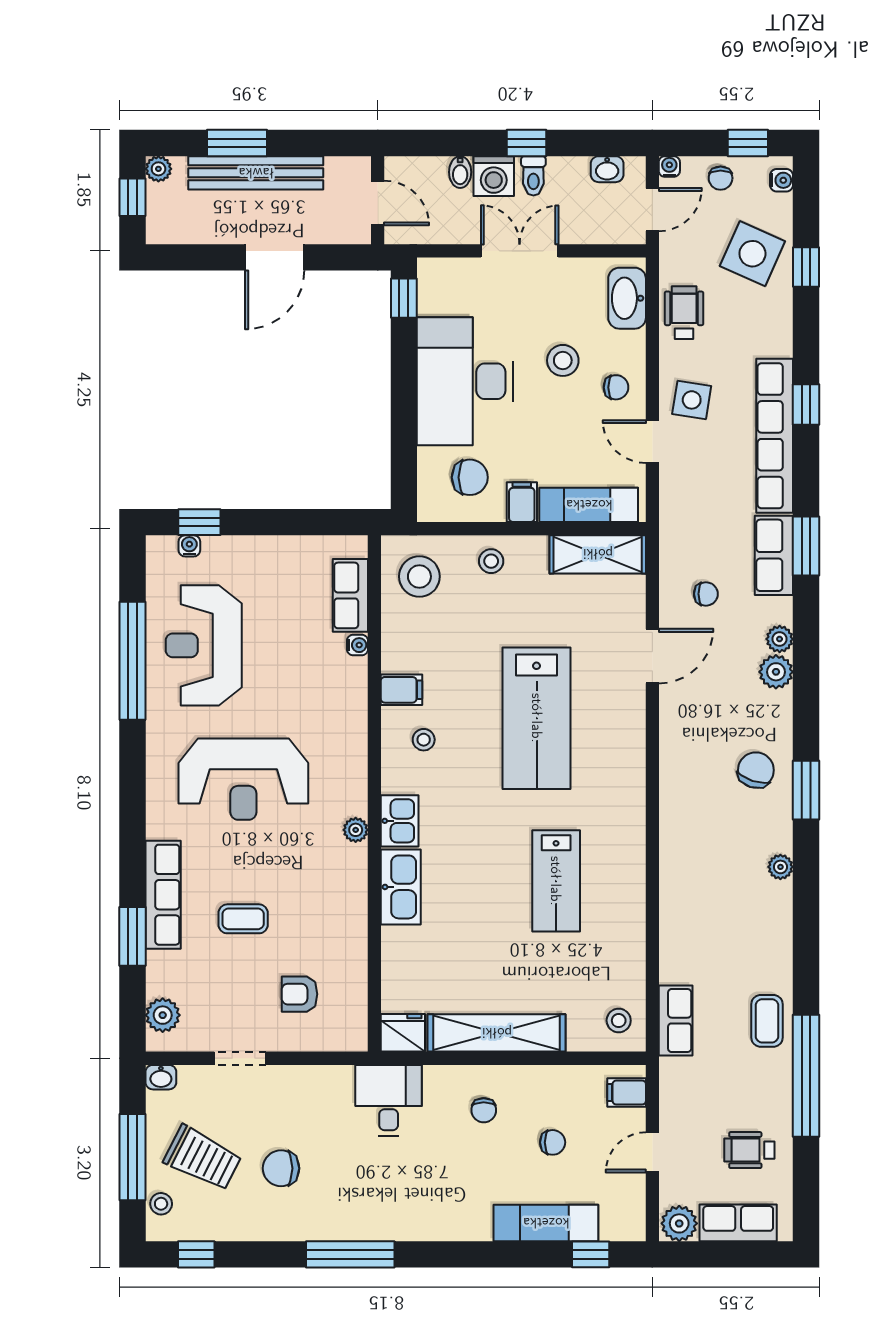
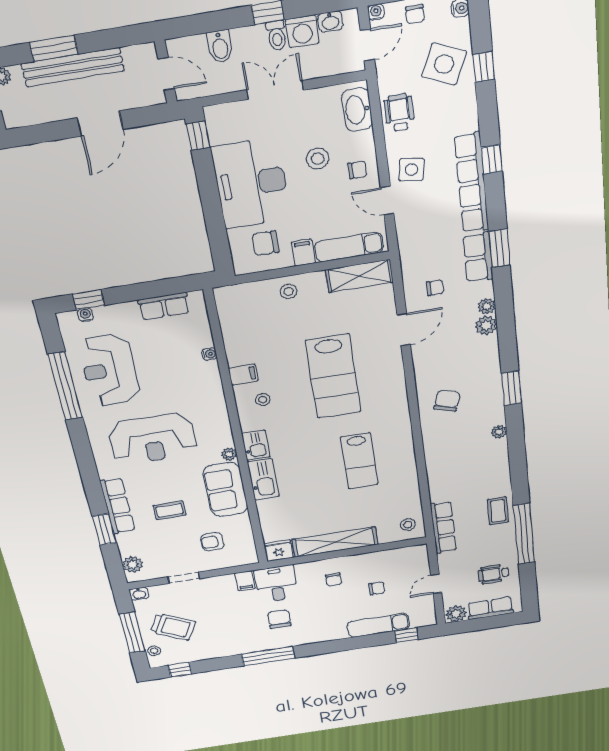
bidet: (460, 172) -> (220, 46), width x1.38, depth x1.36
washing machine: (494, 176) -> (302, 31), moved
chair: (470, 477) -> (265, 243), turned 180
stool: (419, 576) -> (242, 308), removed
row of seats: (350, 595) -> (164, 306), moved, turned -90
chair: (756, 770) -> (447, 401), moved
sofa: (338, 896) -> (225, 490), added
row of seats: (676, 1021) -> (443, 527), width x1.48
filing cabinet: (627, 1093) -> (245, 581), moved, turned -90
chair: (281, 1168) -> (279, 619), moved, turned 90

